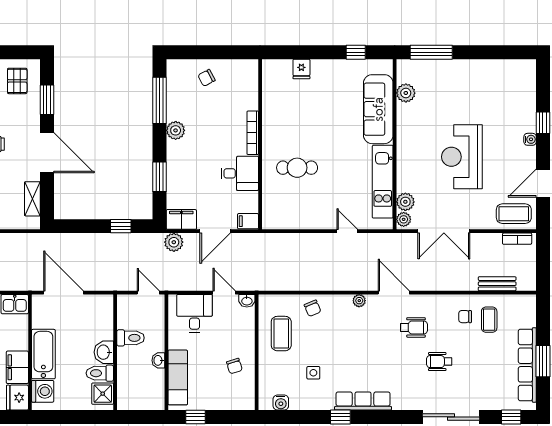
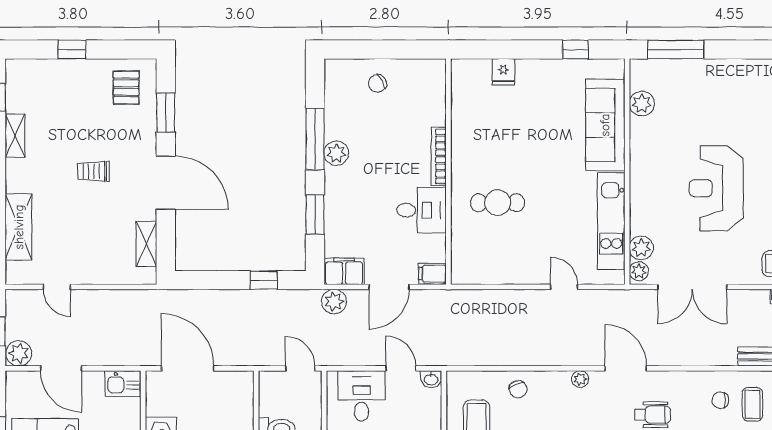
window: (159, 100) -> (315, 139), moved

